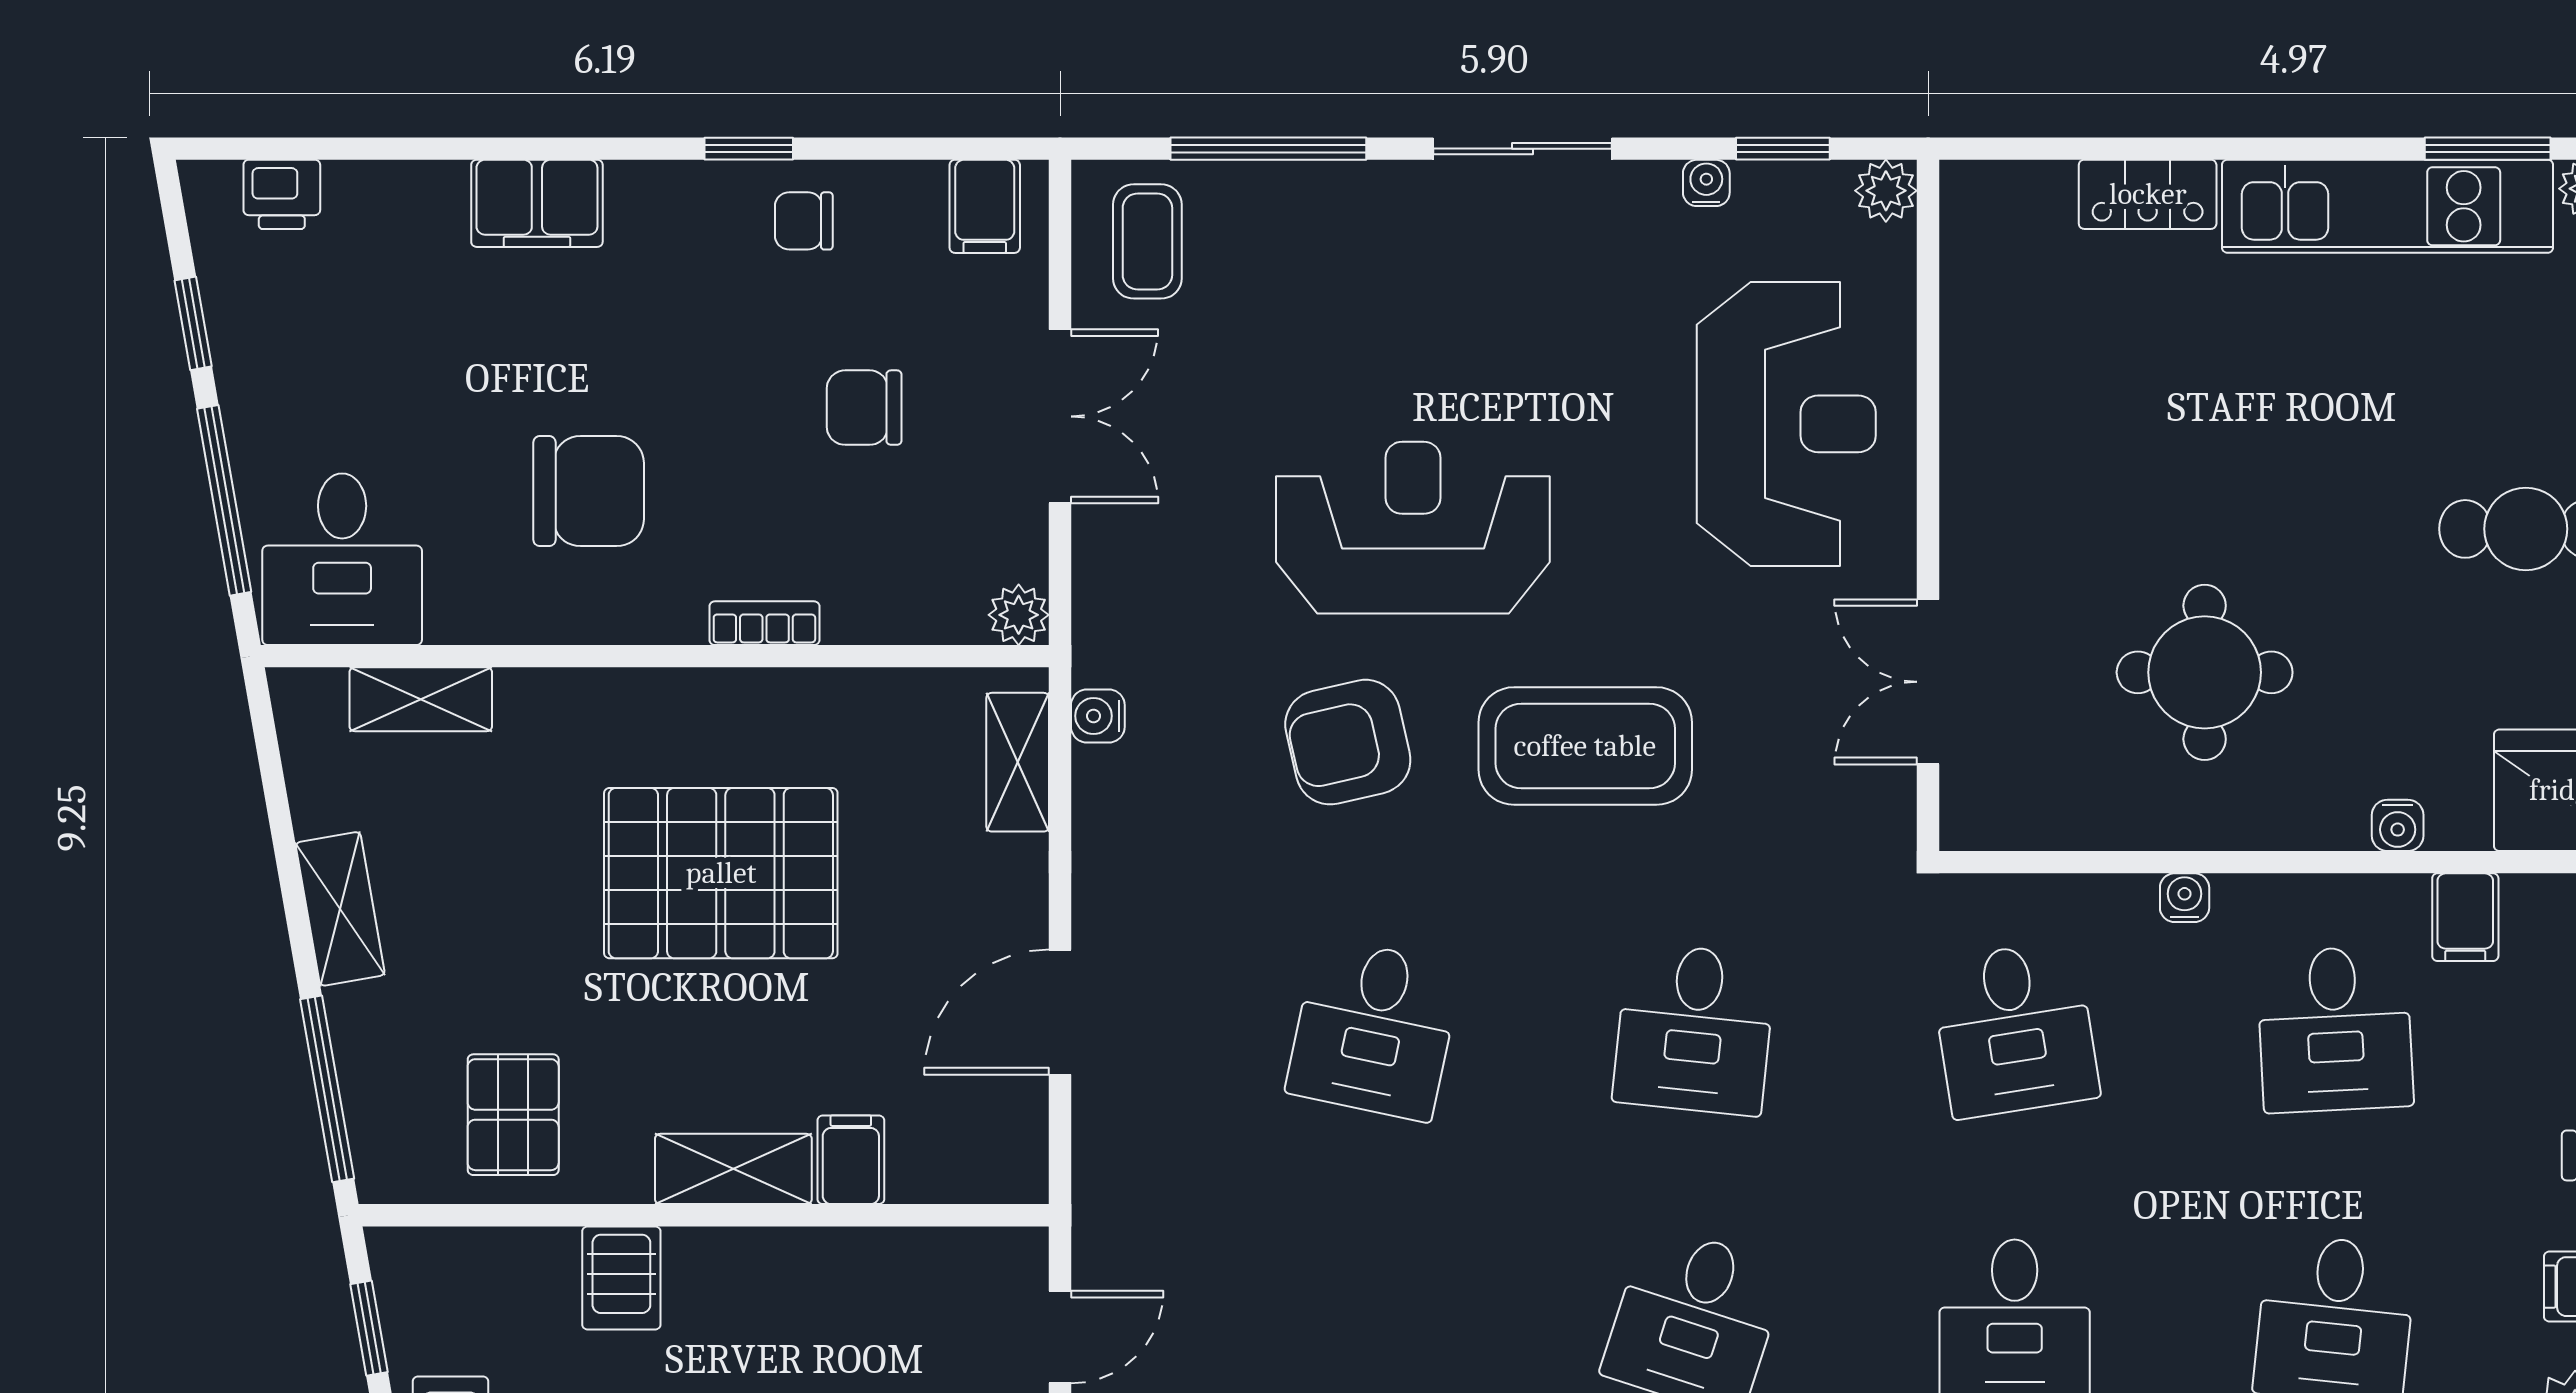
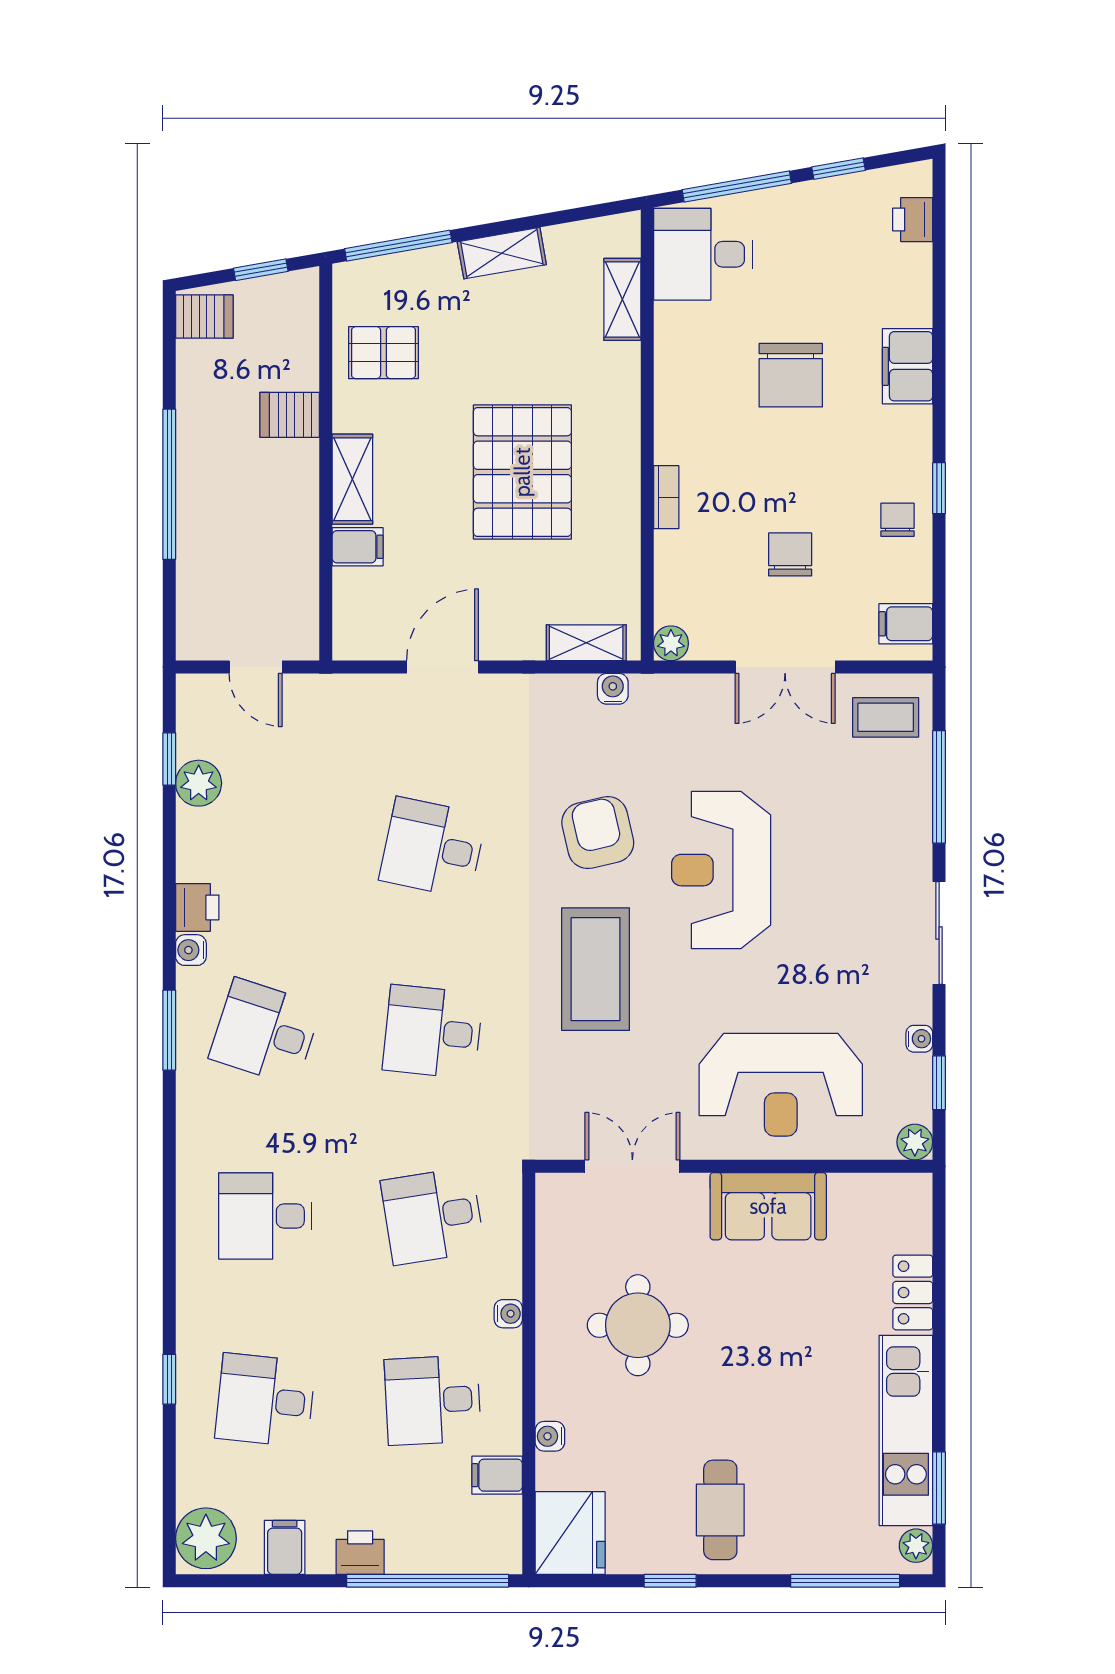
sofa: (1998, 446) -> (768, 1206), added
chair: (589, 491) -> (791, 375), moved
reception desk: (1413, 528) -> (721, 870), turned 180
door: (1060, 1012) -> (442, 667), hinge flipped

